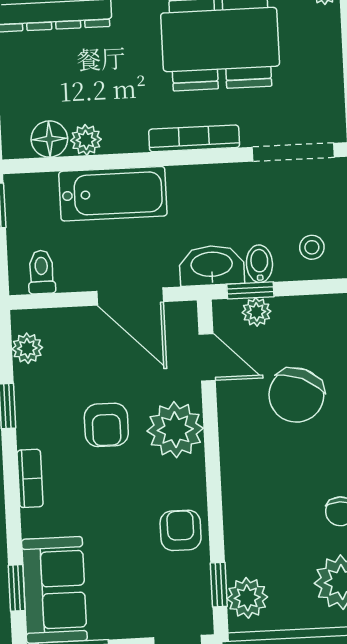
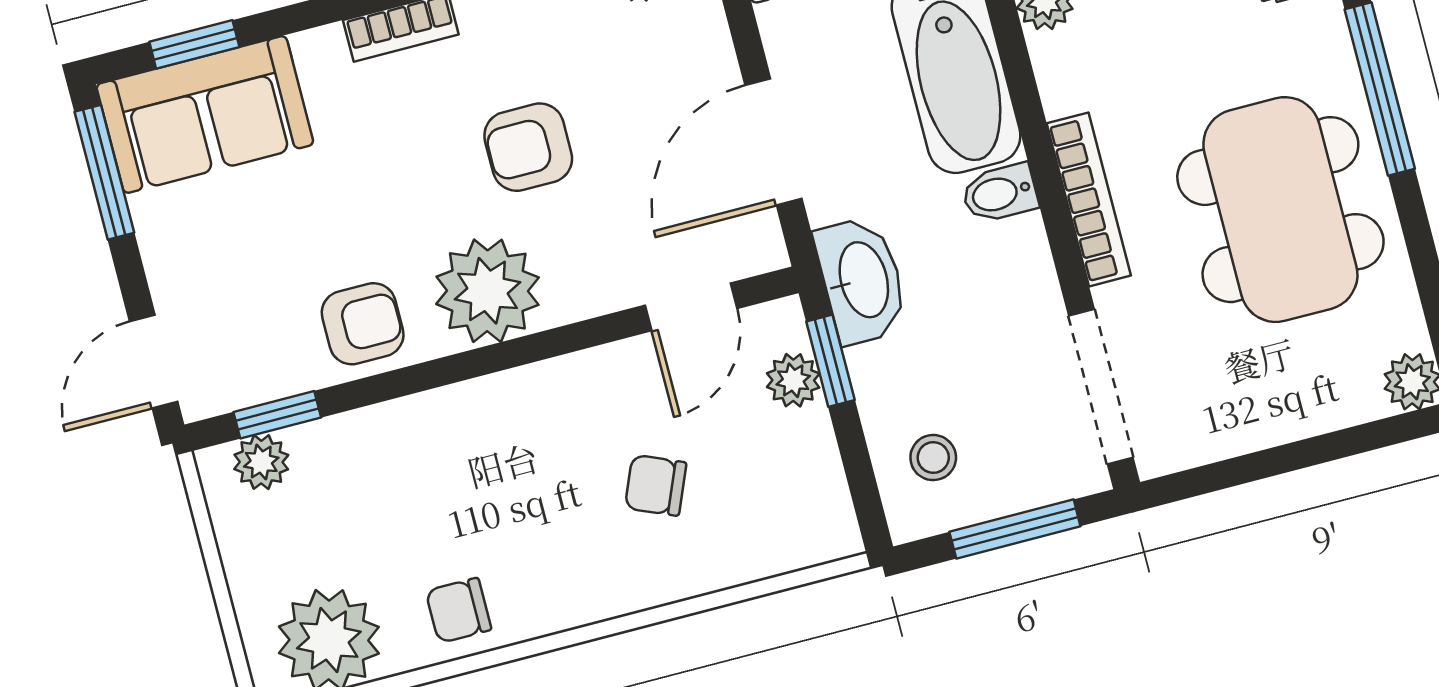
bidet: (259, 264) -> (1000, 193), moved, turned 180
chair: (296, 395) -> (656, 485), width x0.54, depth x0.54
plant: (175, 430) -> (487, 291), moved
plant: (247, 598) -> (261, 462), width x0.73, depth x0.73

